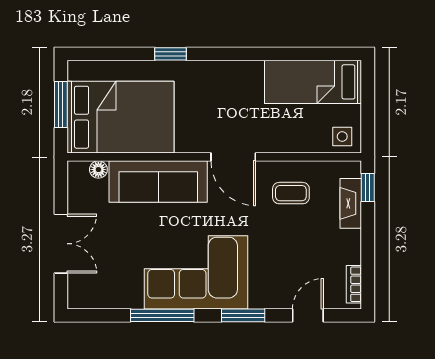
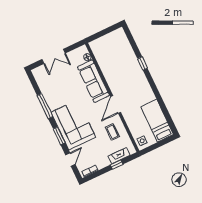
window: (61, 104) -> (105, 32), removed
bed: (120, 117) -> (110, 56), removed
window: (368, 188) -> (117, 165), moved
corner sofa: (196, 272) -> (73, 125), moved
door: (308, 315) -> (70, 160), hinge flipped

